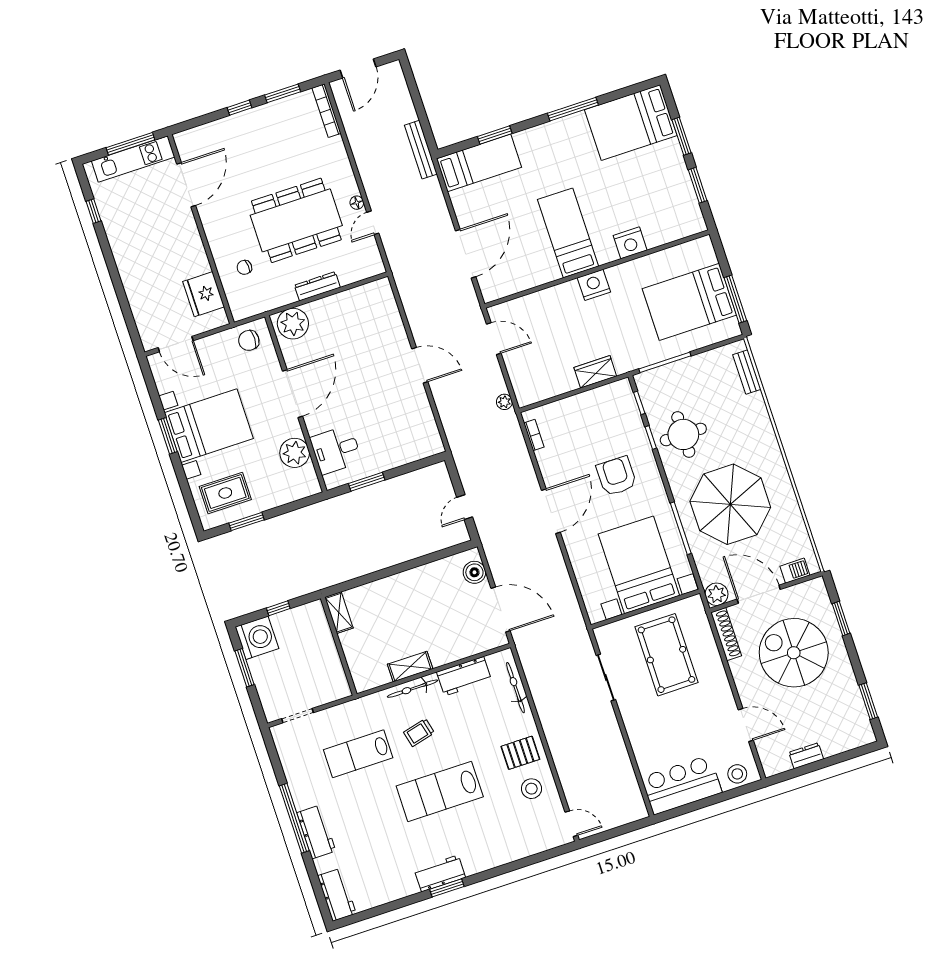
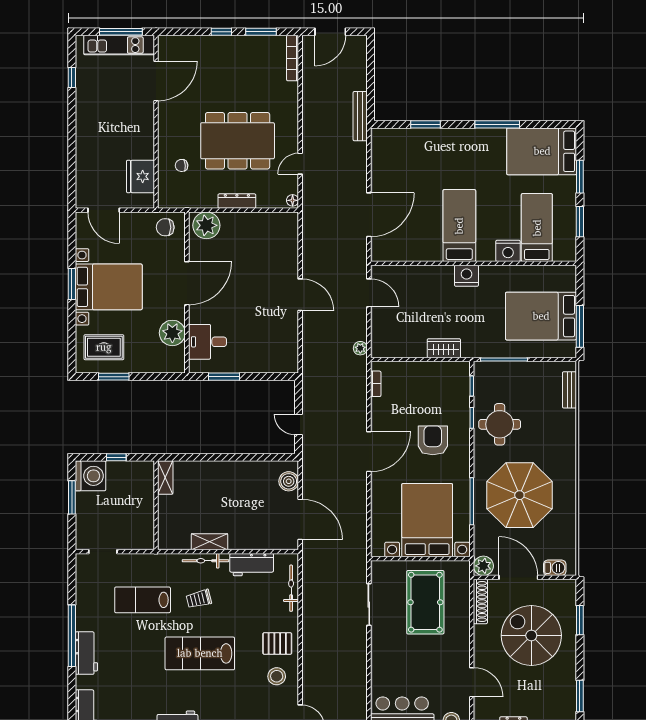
bed: (479, 163) -> (537, 228), moved, turned -90
floor lamp: (357, 203) -> (293, 200), moved
door: (465, 507) -> (298, 425), hinge flipped

